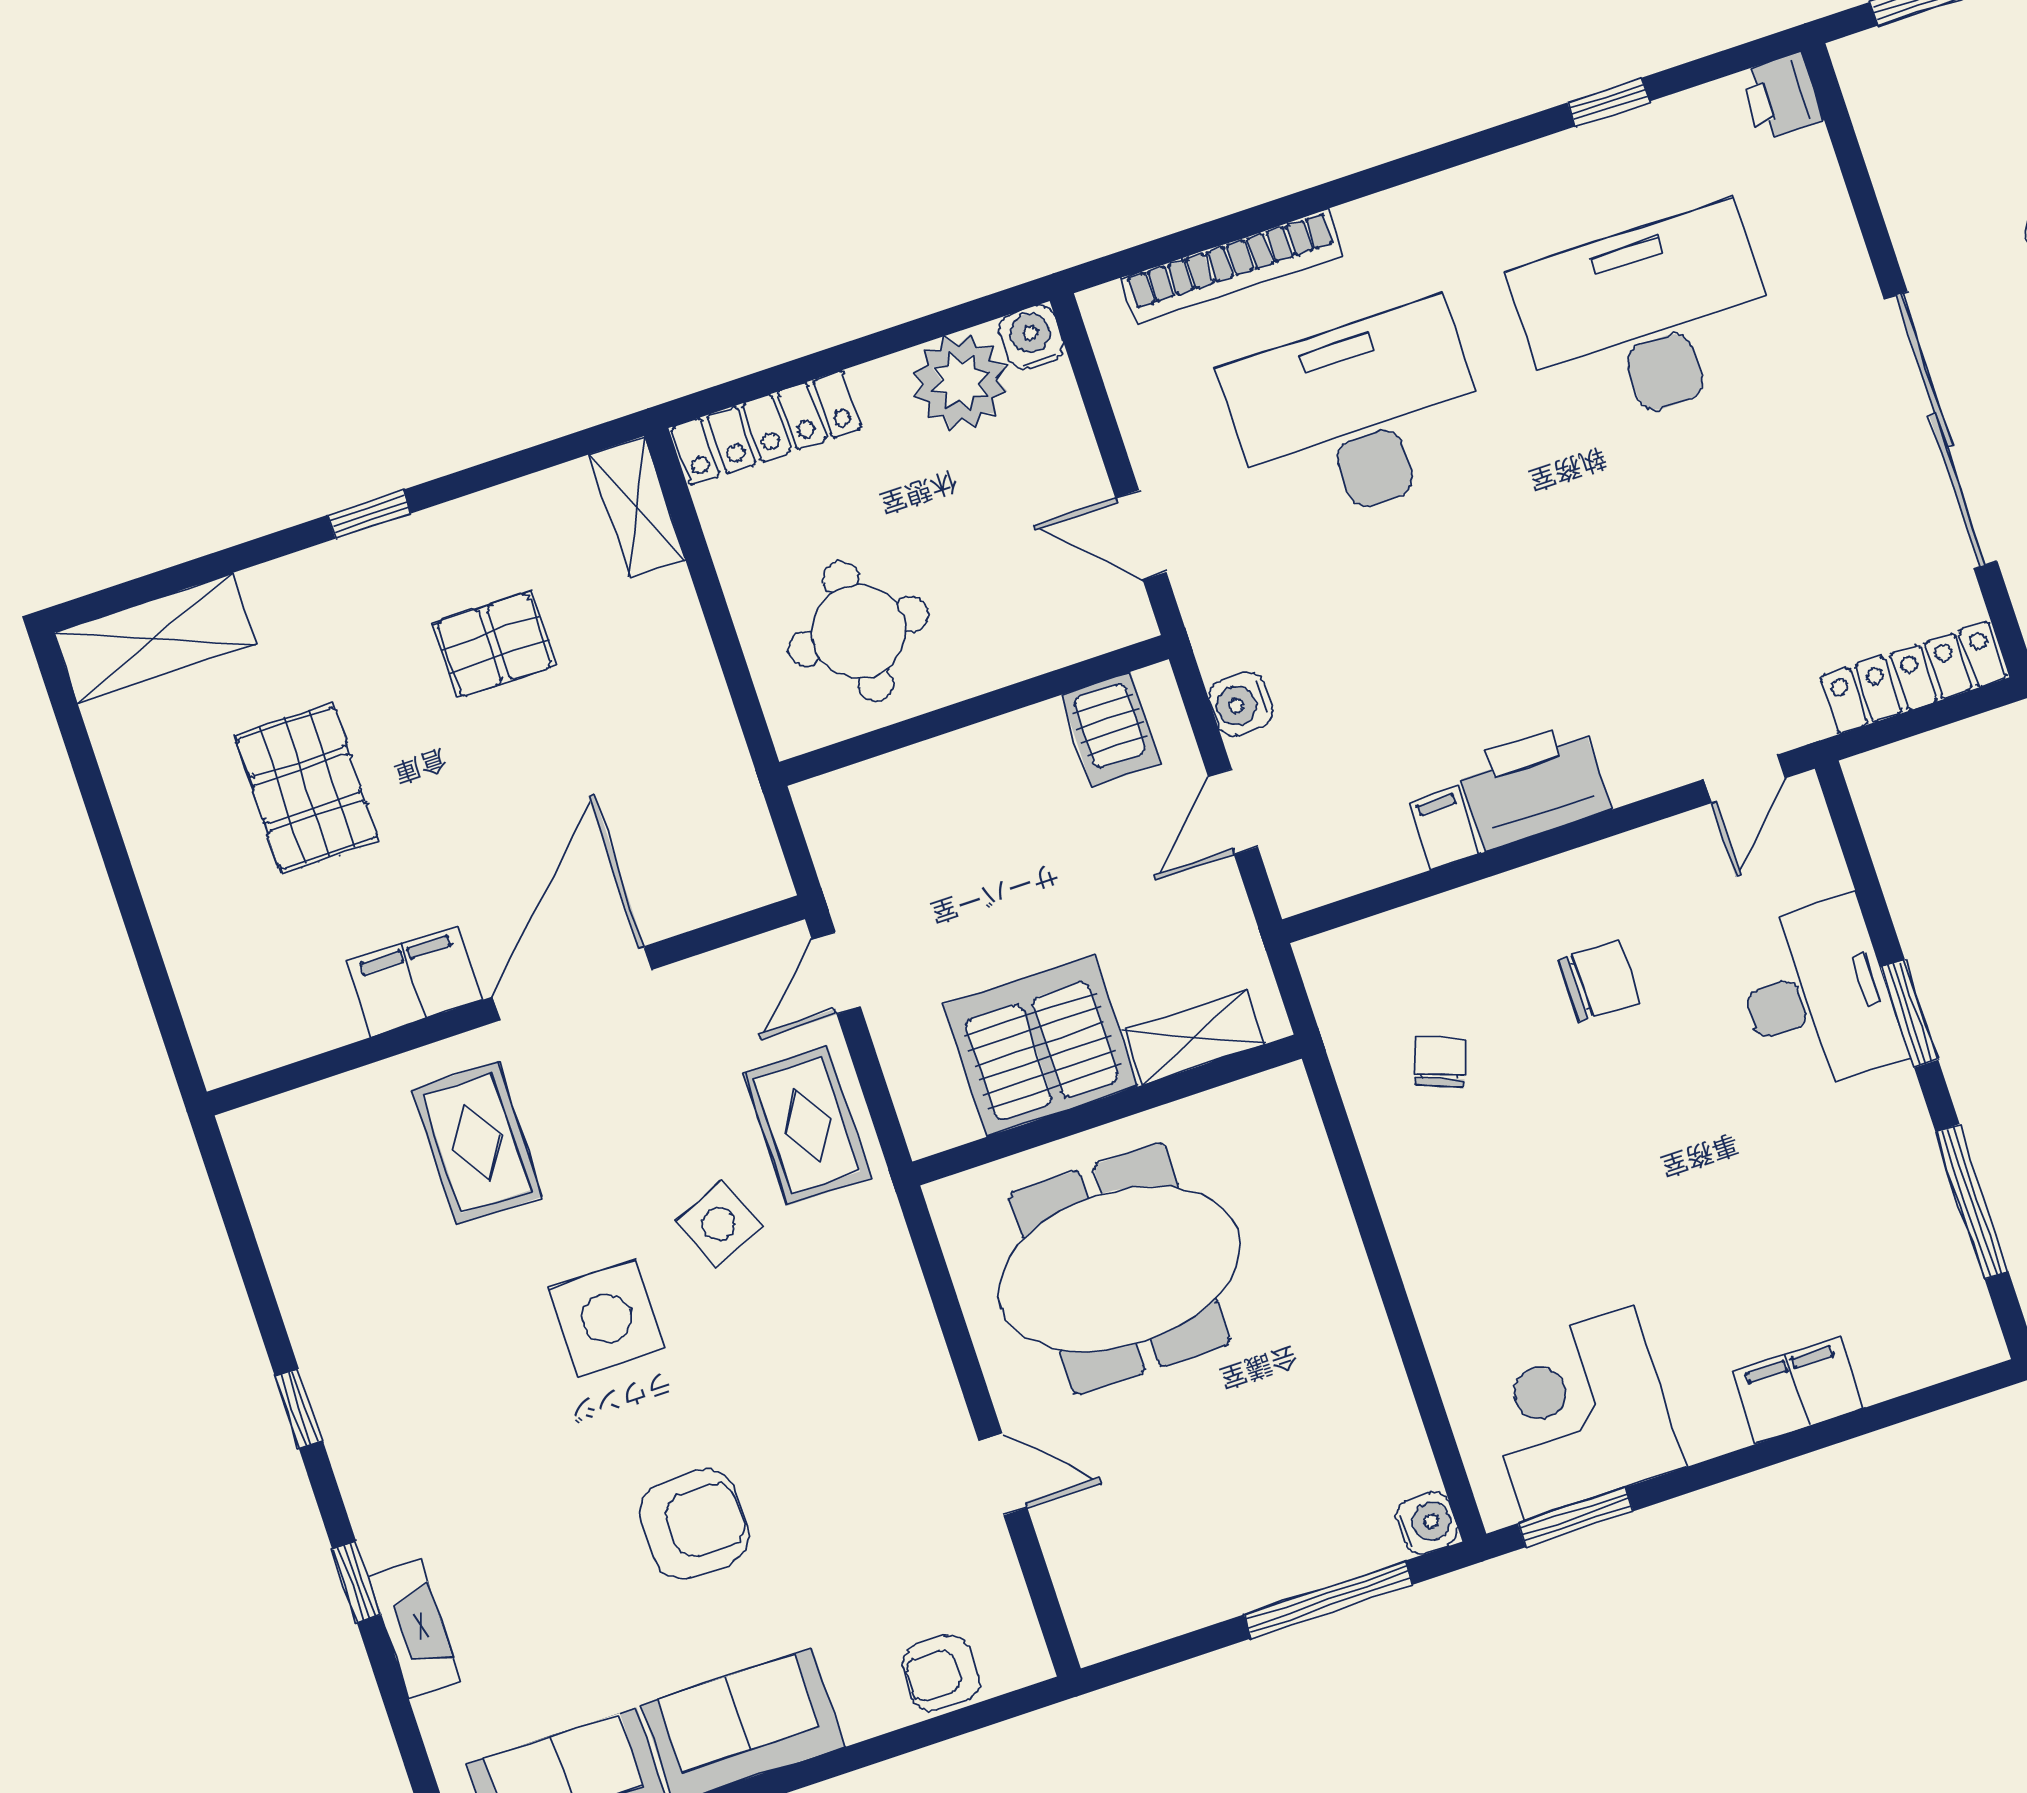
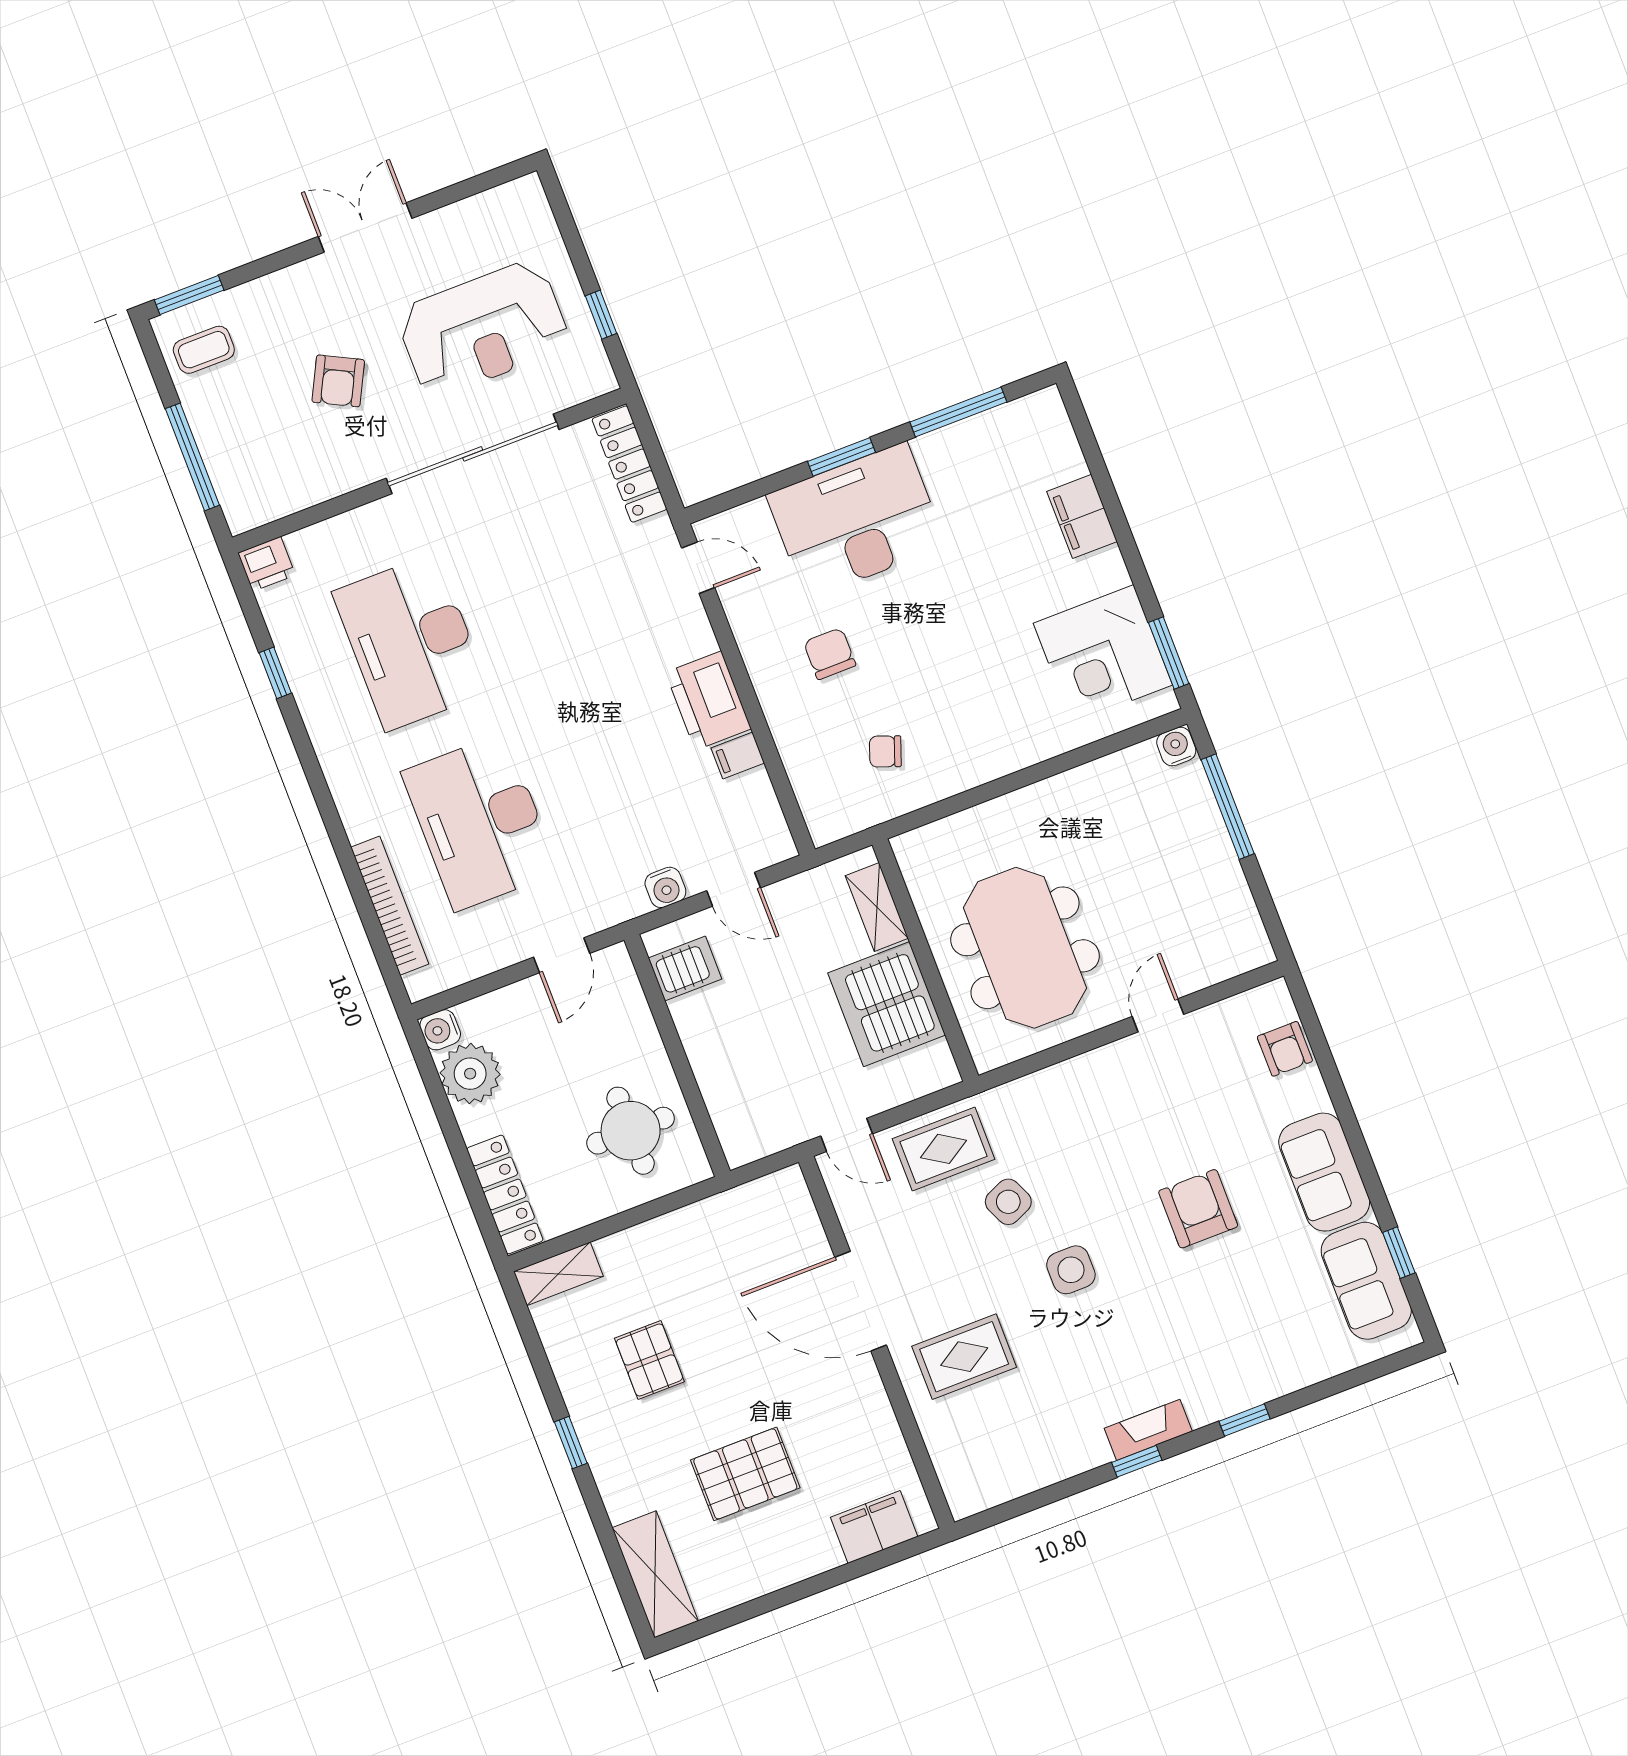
filing cabinet: (414, 981) -> (874, 1527), moved, turned 90
desk: (1817, 995) -> (856, 520), width x1.36, depth x1.30
side table: (607, 1318) -> (1071, 1270), width x0.73, depth x0.73
fireplace: (414, 1629) -> (1148, 1430), moved

